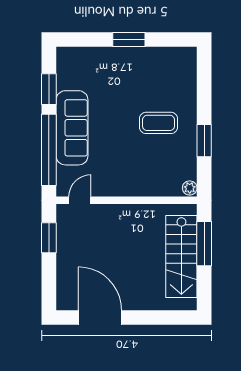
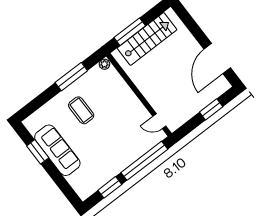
window: (129, 40) -> (38, 152), moved
sofa: (72, 128) -> (57, 150), moved, turned 90
window: (204, 141) -> (71, 77), width x1.44
window: (49, 238) -> (211, 109), moved

